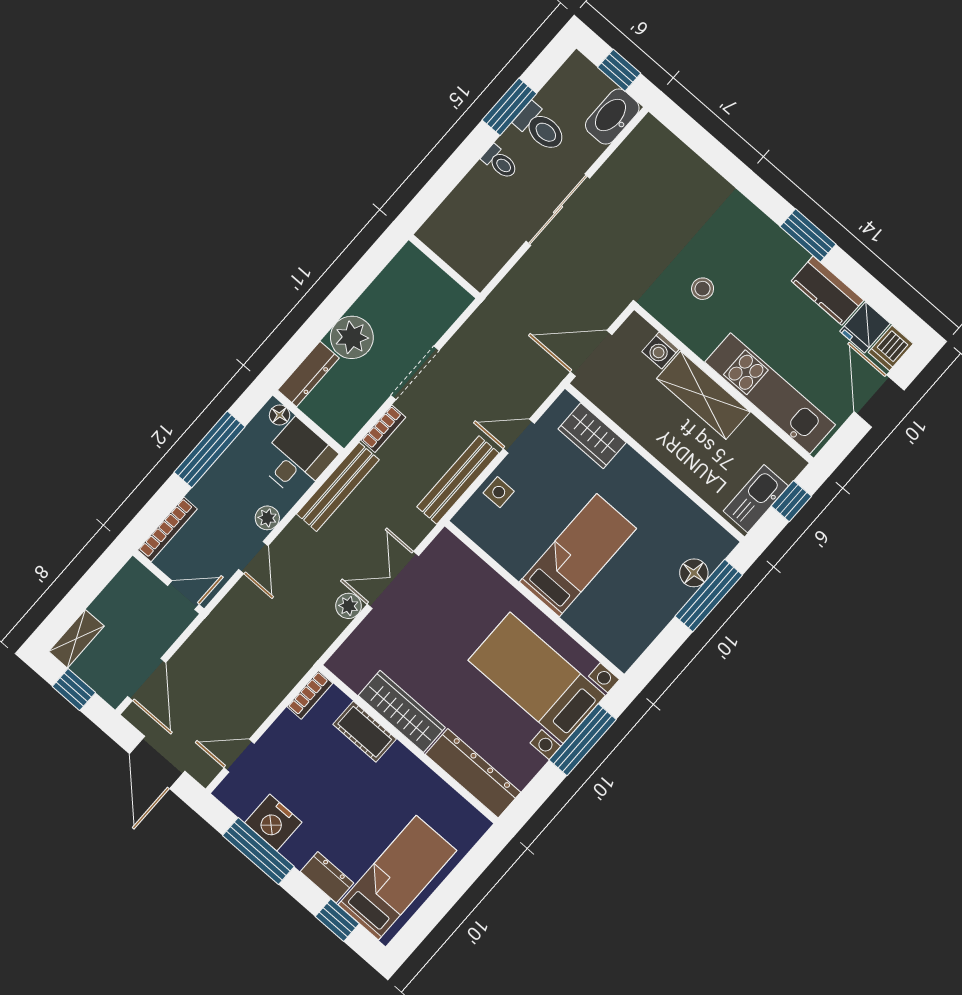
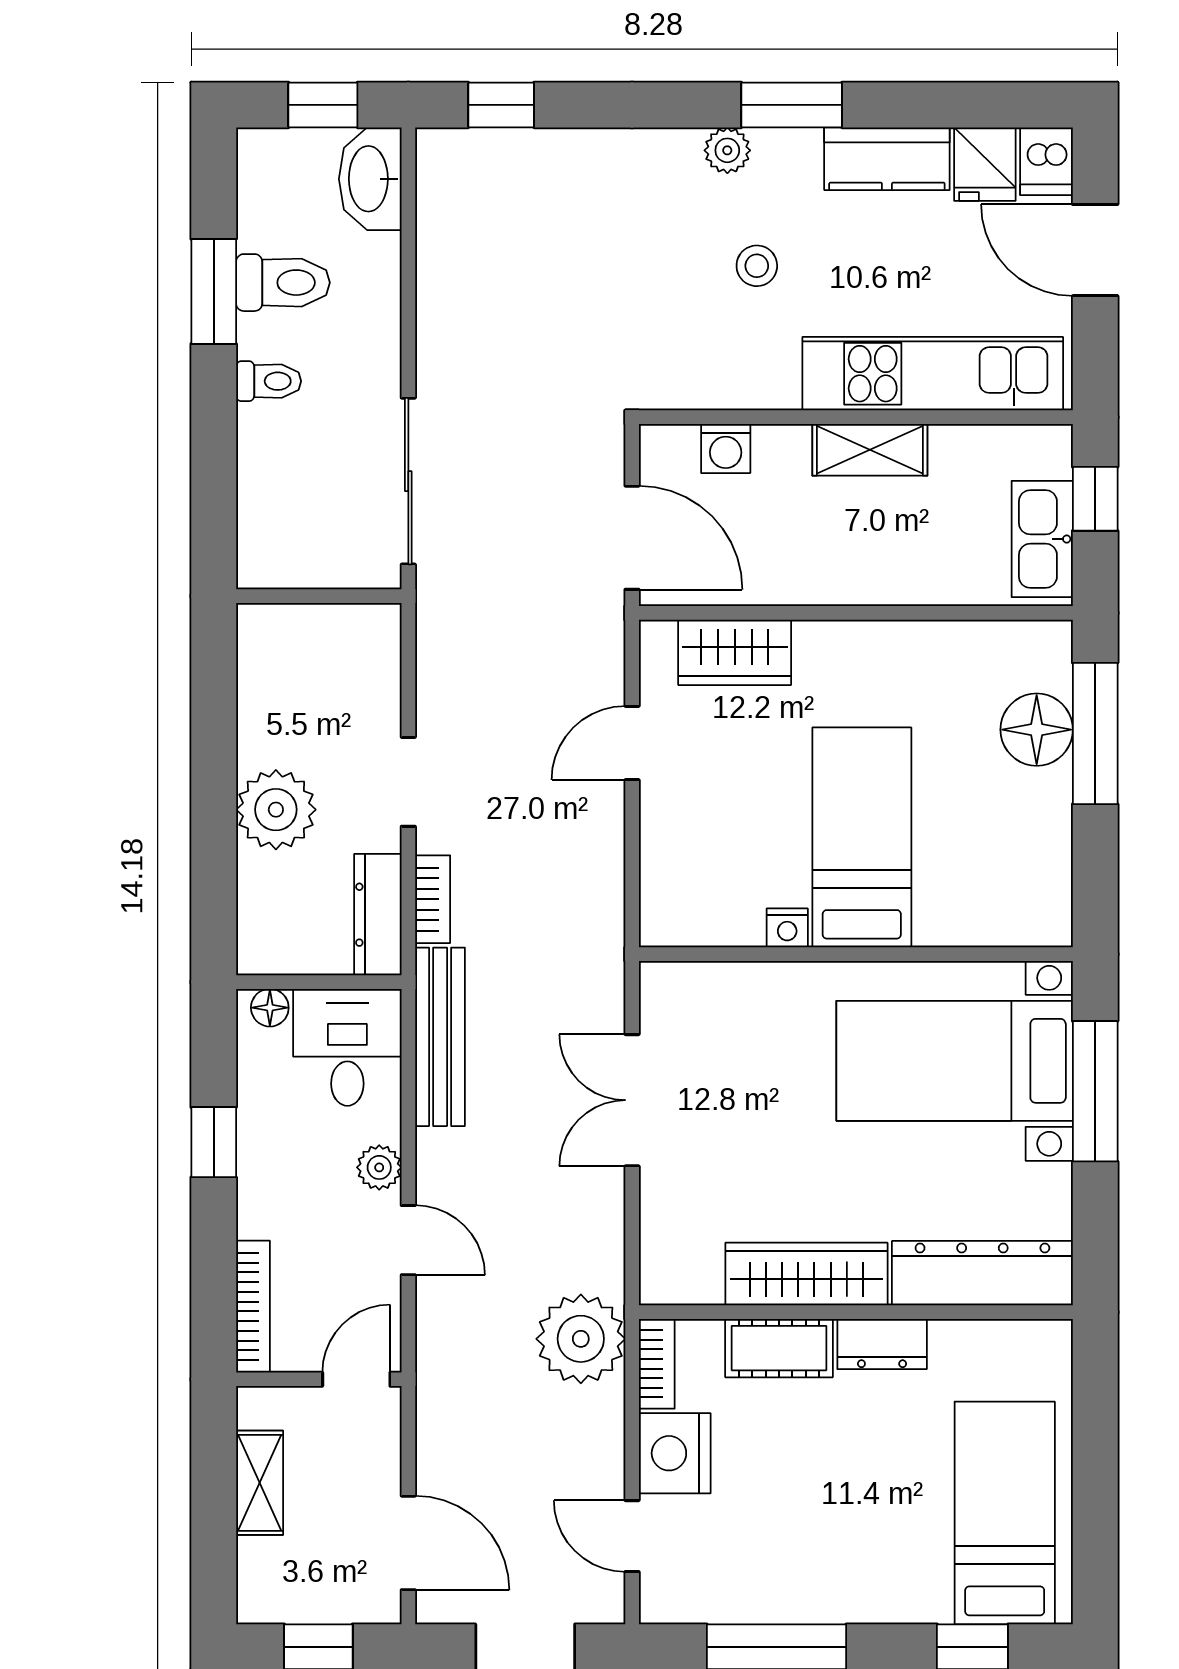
window: (691, 133) -> (501, 105), added
sliding door: (558, 210) -> (408, 481), moved
plant: (766, 231) -> (727, 150), added
stool: (703, 289) -> (757, 266), moved
door: (591, 353) -> (632, 538), swing flipped
doorway: (415, 373) -> (408, 782), width x0.73
dresser: (308, 374) -> (378, 915), moved, turned 180
shelving: (703, 395) -> (870, 450), width x0.67, depth x0.75
window: (210, 449) -> (214, 1142), width x0.46
bench: (458, 480) -> (601, 880), removed
side table: (499, 492) -> (673, 846), removed
nightstand: (516, 565) -> (787, 928), added
floor lamp: (694, 573) -> (1037, 730), width x1.38, depth x1.38
plant: (348, 606) -> (581, 1339), moved, width x1.87, depth x1.87
shelving: (76, 639) -> (260, 1483), moved
door: (239, 756) -> (632, 1536), hinge flipped
nightstand: (273, 823) -> (675, 1453), moved, turned 90
dresser: (327, 877) -> (882, 1344), moved, turned 180

